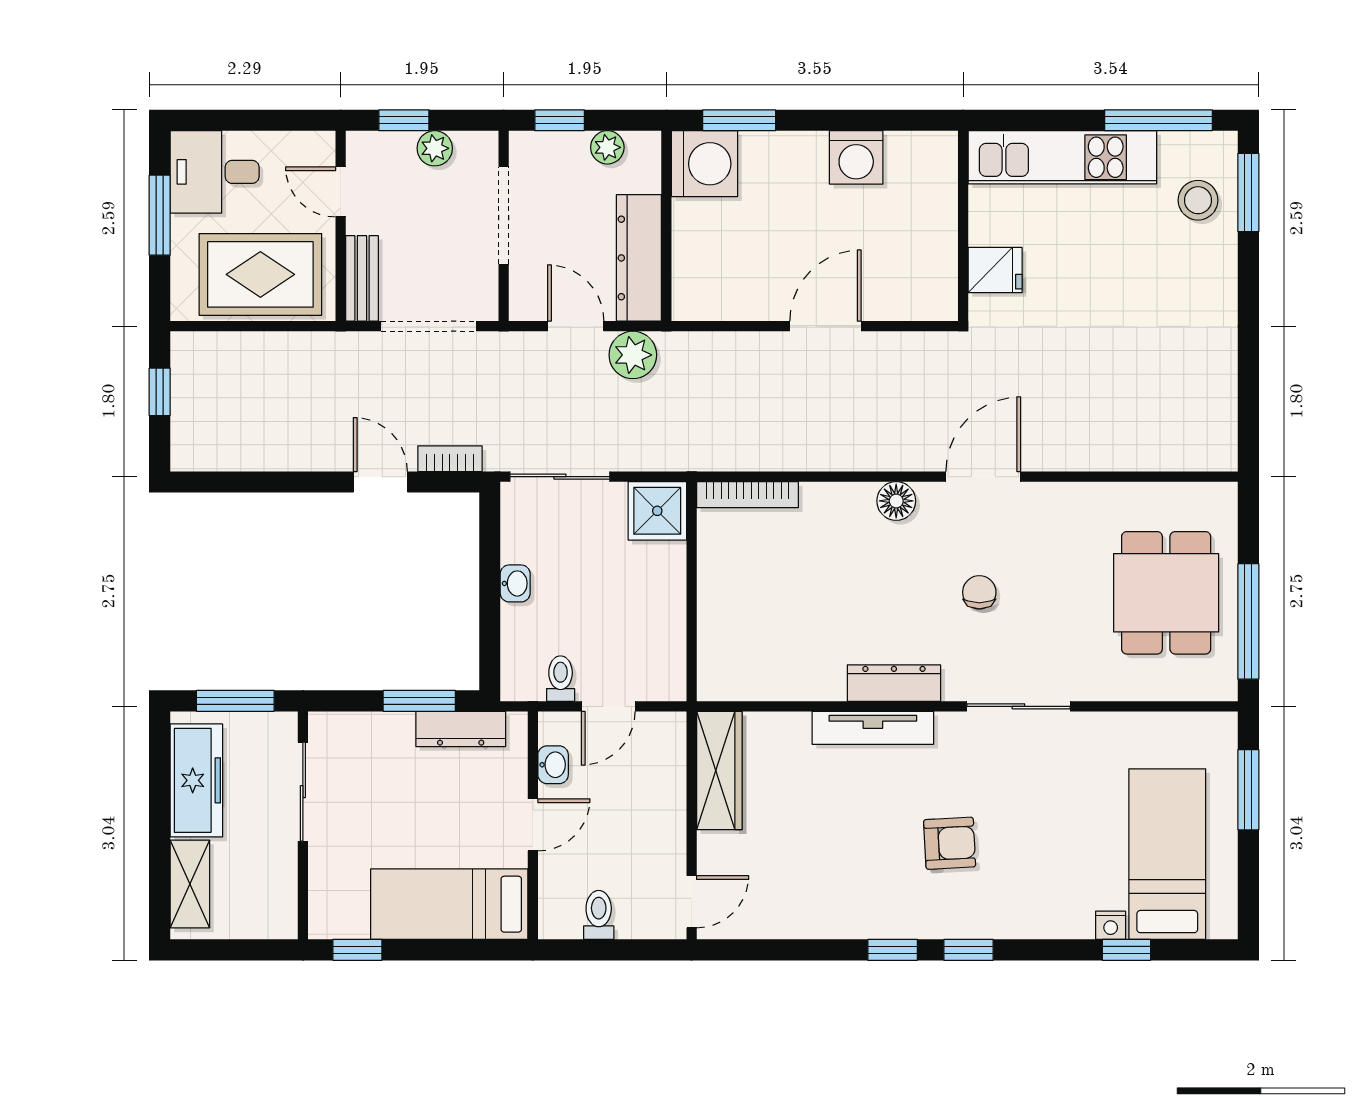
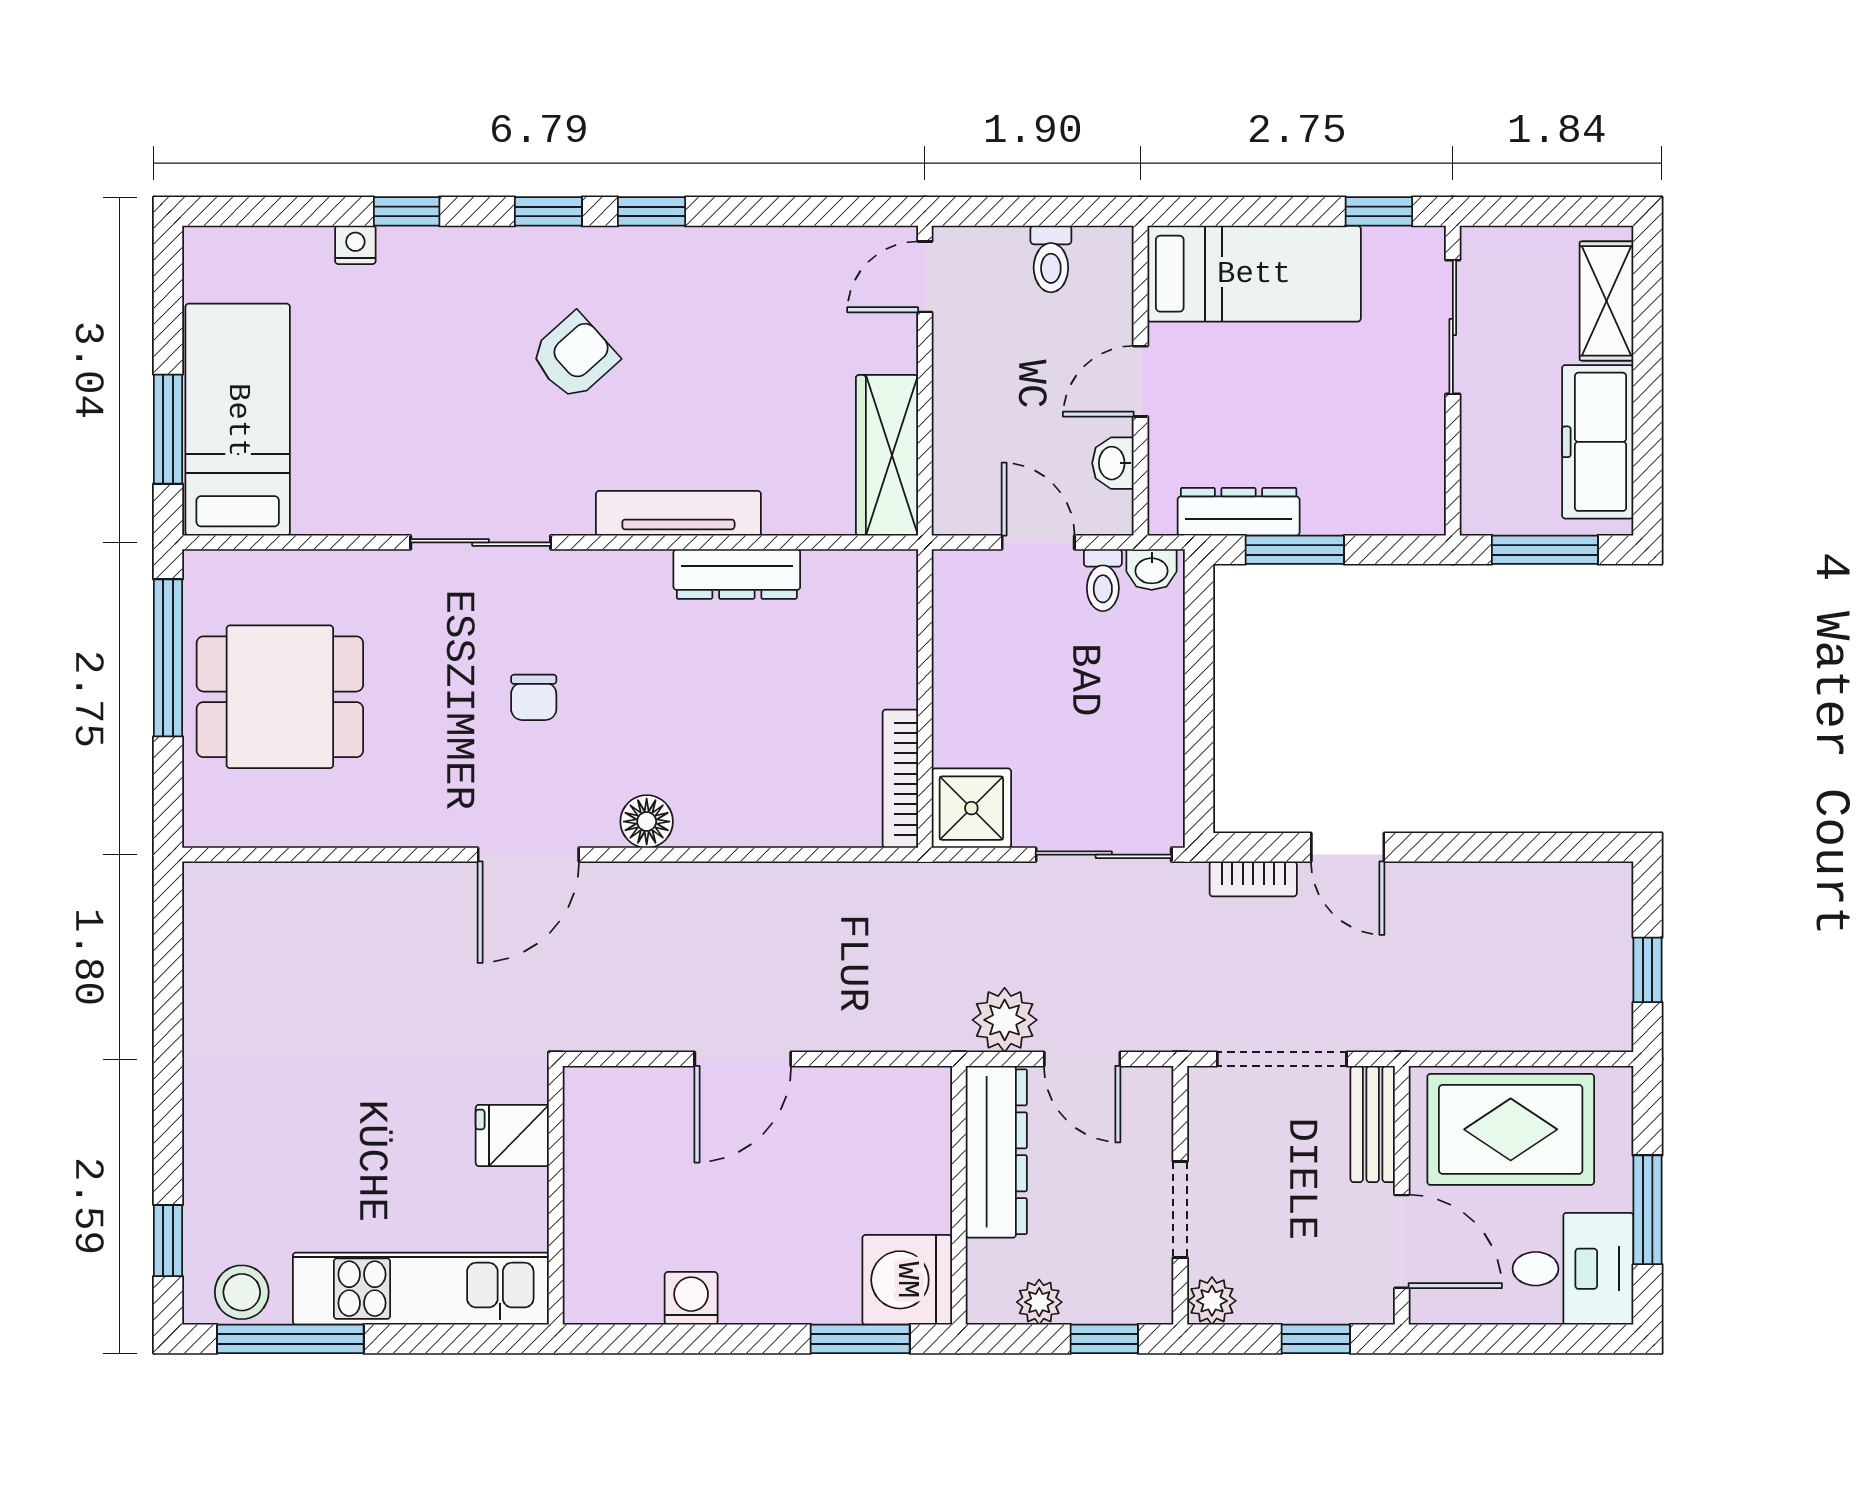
plant: (435, 148) -> (1212, 1301), moved
washing machine: (856, 157) -> (691, 1298), width x0.73, depth x0.73
door: (341, 192) -> (1402, 1241), width x1.38
window: (1248, 192) -> (168, 1241), width x0.67
stool: (1198, 200) -> (242, 1292), moved
doorway: (504, 215) -> (1180, 1210), width x0.73
bookcase: (747, 495) -> (900, 779), moved, turned -90
washbasin: (515, 583) -> (1152, 570), moved, turned -90
dining table: (1166, 593) -> (280, 697), turned 90
dresser: (894, 683) -> (737, 574), moved
door: (608, 706) -> (1038, 542), hinge flipped
sliding door: (303, 792) -> (1453, 327), moved
armchair: (950, 843) -> (574, 356), turned 141
bed: (1167, 854) -> (238, 420), moved, turned 180
window: (1126, 950) -> (407, 211), moved

